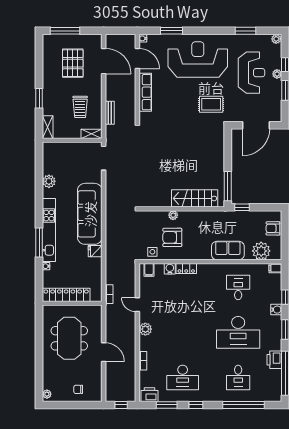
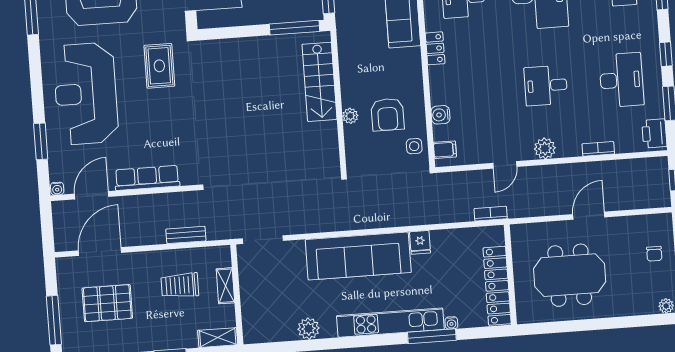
trolley: (80, 107) -> (180, 285), turned 180
shelving: (91, 134) -> (225, 286), moved
window: (39, 242) -> (432, 336), moved
locker: (186, 268) -> (435, 48), moved
desk: (183, 332) -> (546, 86), added

